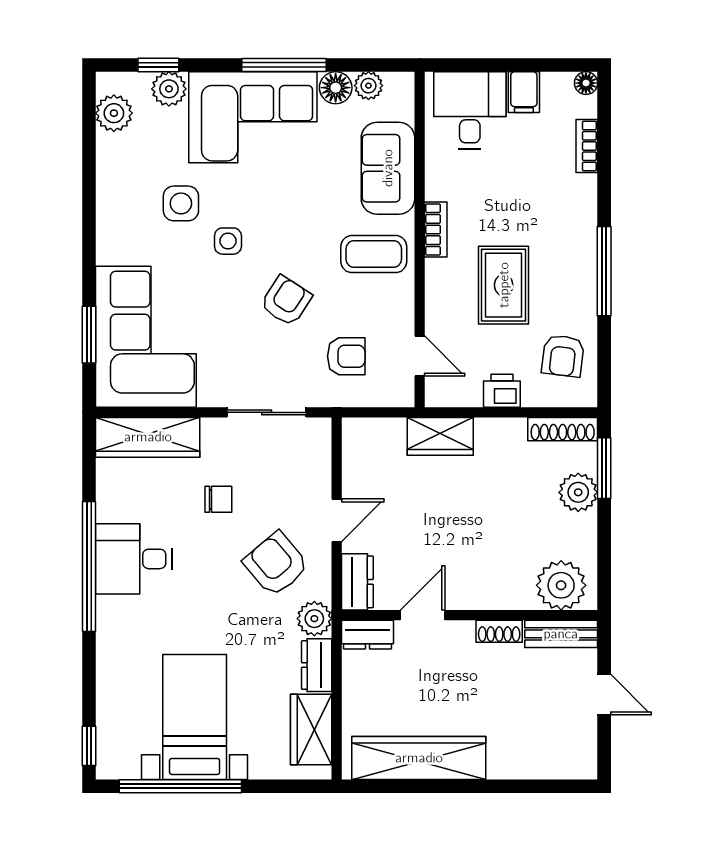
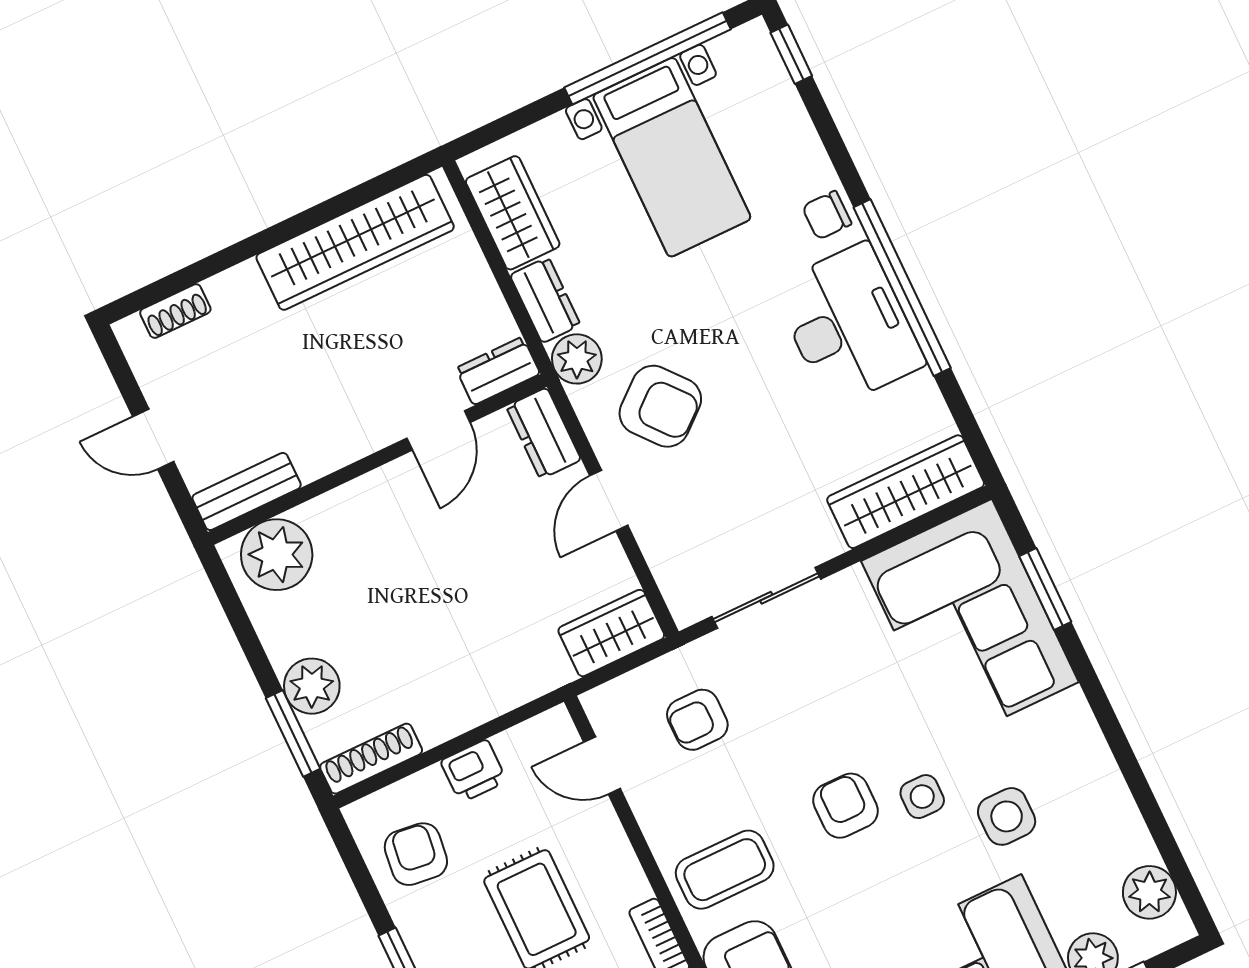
armchair: (286, 301) -> (845, 806), moved, turned 147
wardrobe: (440, 436) -> (611, 633), moved
chair: (218, 499) -> (827, 215), moved
desk: (134, 559) -> (849, 325), width x1.37
shoe rack: (499, 631) -> (175, 311), moved, turned 180

